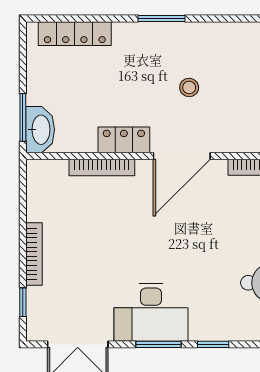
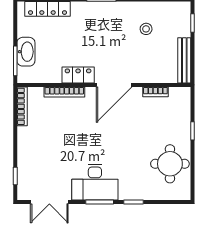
stool: (189, 87) -> (146, 29), moved
washbasin: (40, 130) -> (26, 52), moved
bookcase: (34, 254) -> (22, 106), moved

